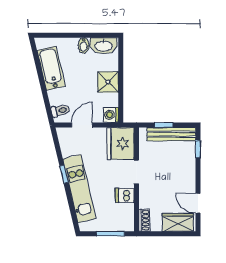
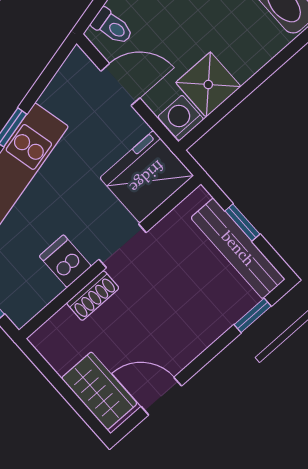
shower: (108, 82) -> (208, 85), moved
door: (198, 203) -> (161, 396), hinge flipped
shoe rack: (144, 220) -> (93, 296), moved

